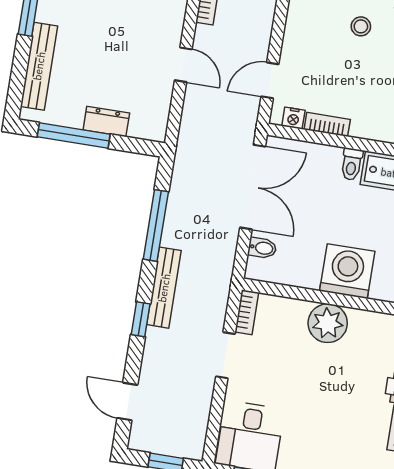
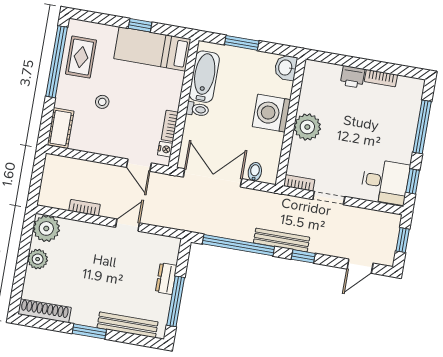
window: (156, 225) -> (238, 245), width x1.46

